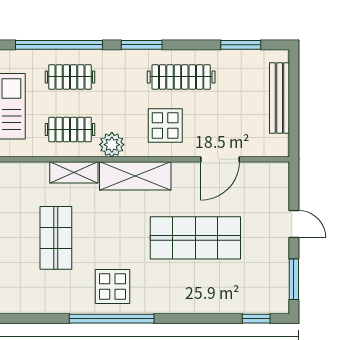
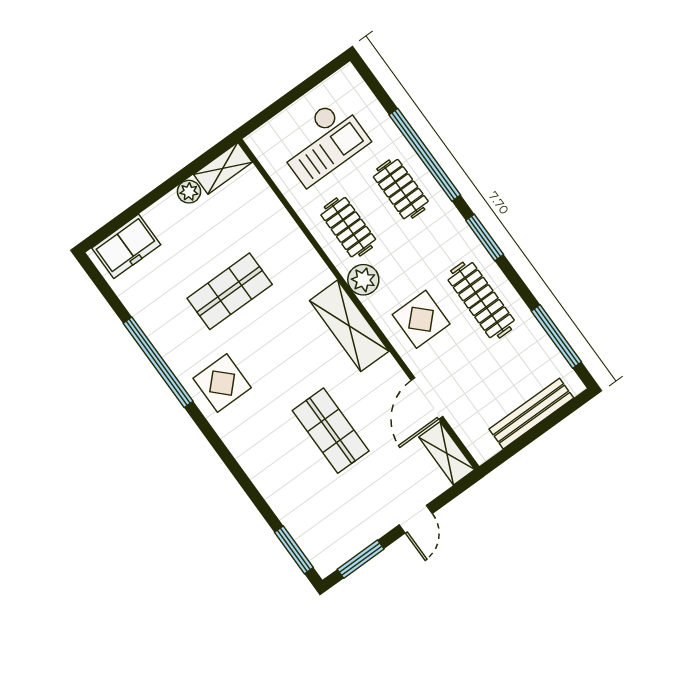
window: (241, 45) -> (556, 336), width x1.44
door: (220, 159) -> (427, 398), hinge flipped
shelving: (74, 172) -> (447, 453), moved
shop shelf: (195, 238) -> (331, 431), width x0.70, depth x0.74
window: (112, 319) -> (158, 362), moved
window: (256, 319) -> (294, 550), width x1.50

